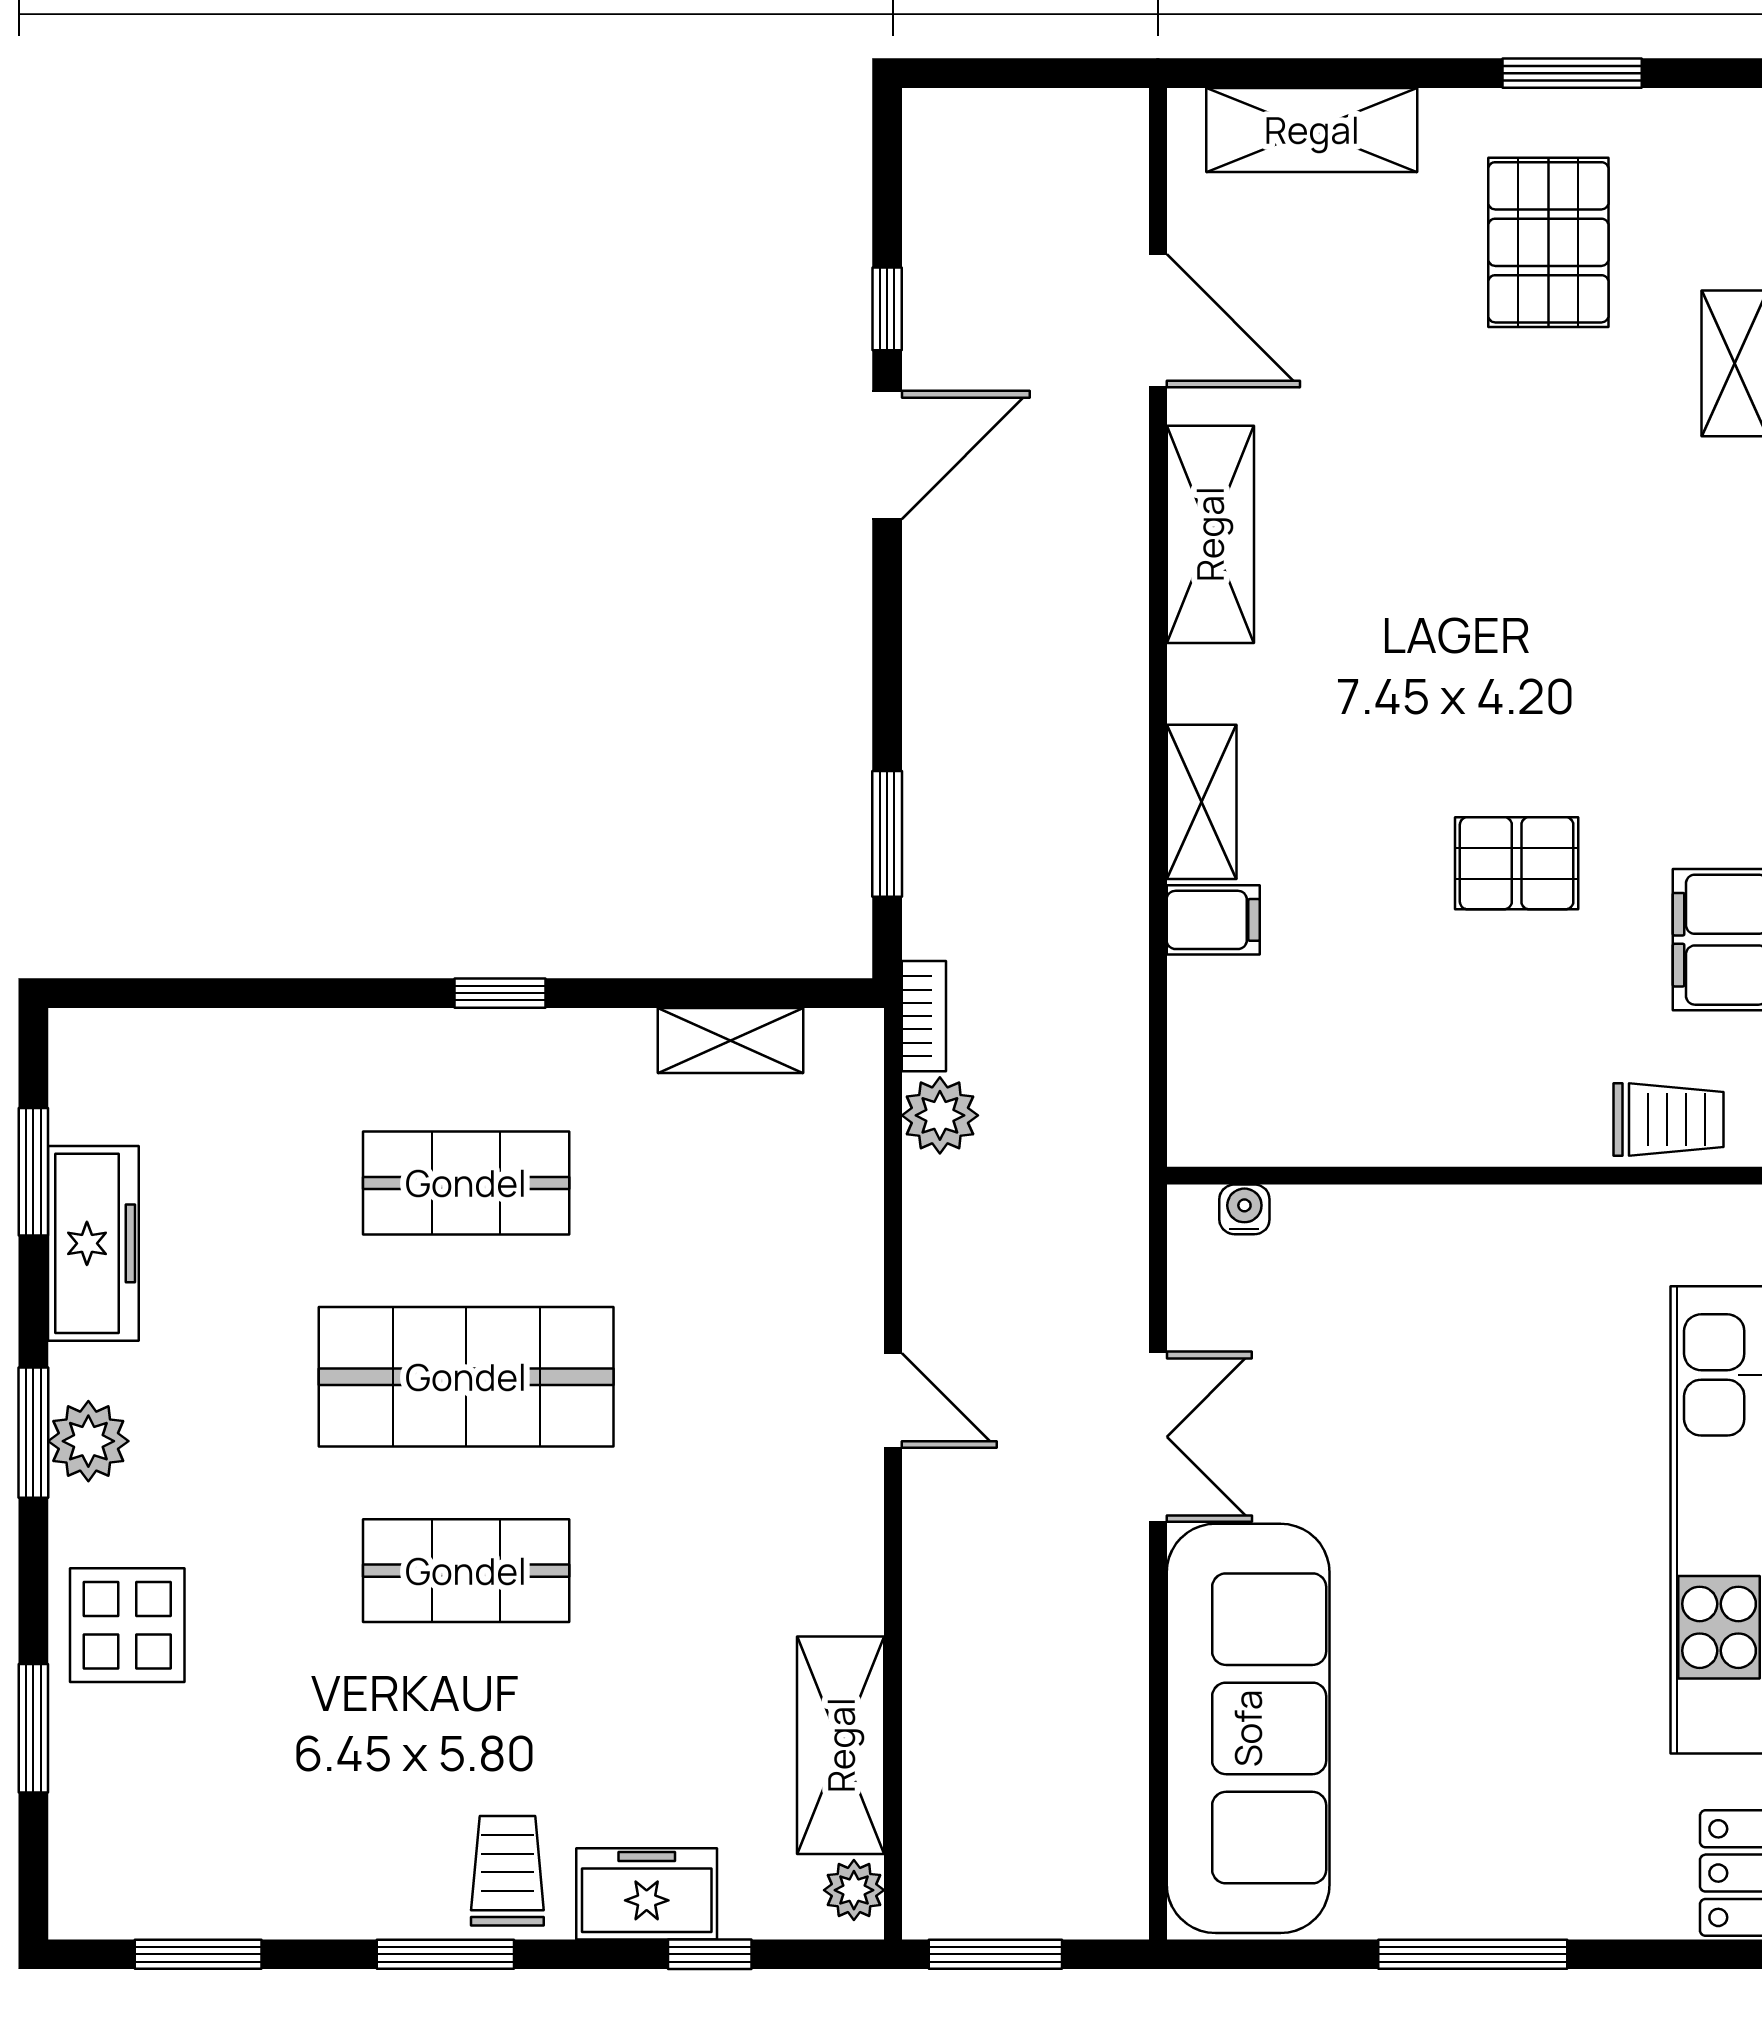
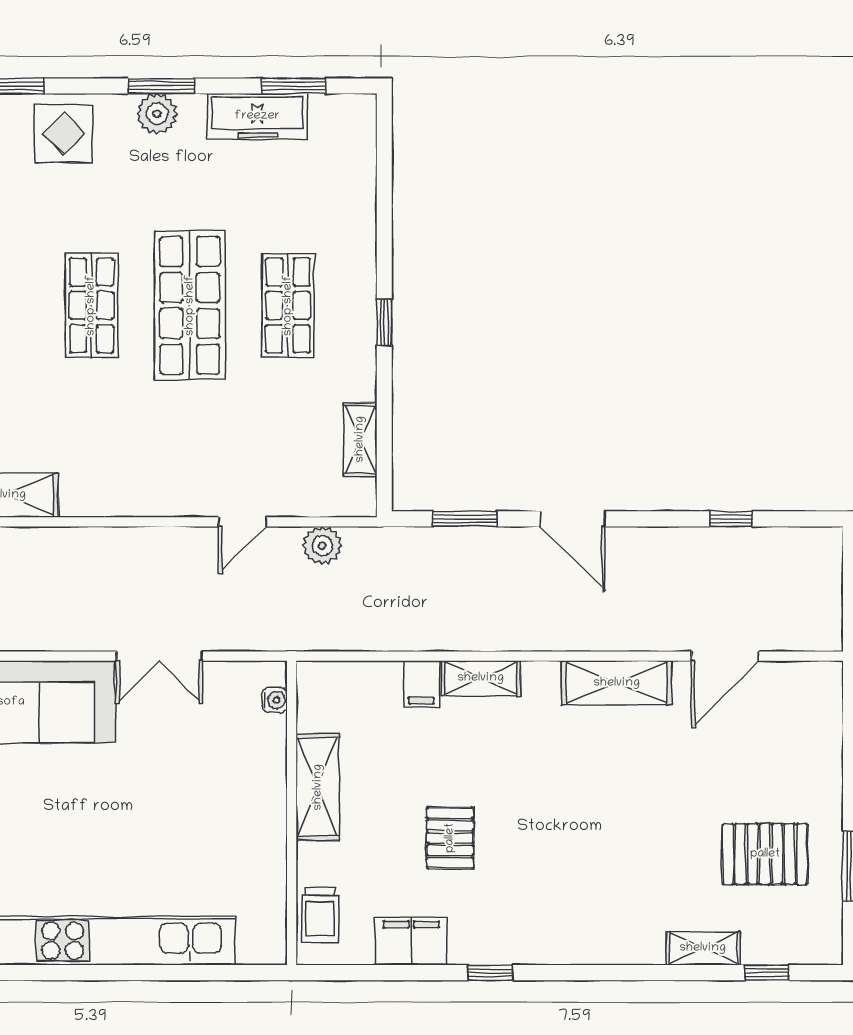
shelving: (1312, 130) -> (318, 787), moved
door: (887, 455) -> (573, 519), moved
bookcase: (924, 1016) -> (373, 537), removed
door: (893, 1400) -> (242, 522), moved

